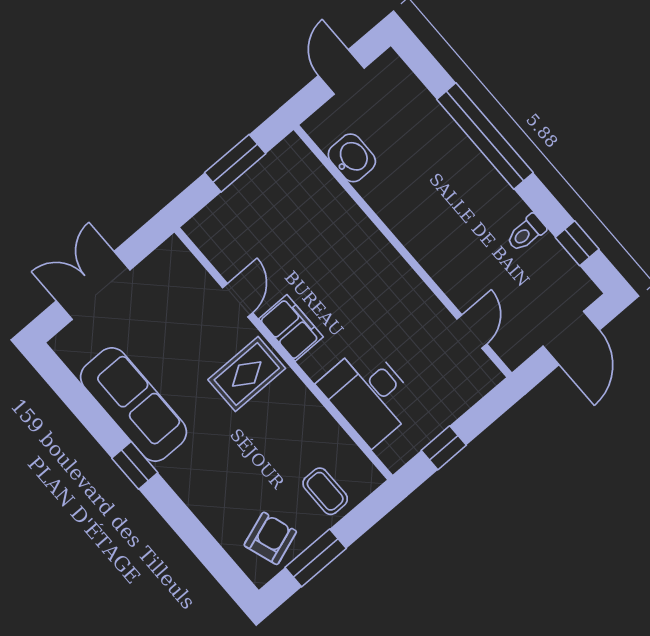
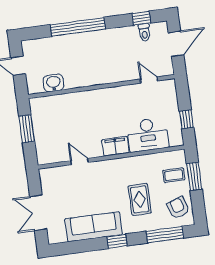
toilet: (526, 233) -> (144, 32), moved
filing cabinet: (291, 328) -> (115, 146), moved
door: (571, 338) -> (176, 44), hinge flipped
rug: (247, 374) -> (140, 199), moved
window: (204, 546) -> (165, 235), added
window: (316, 558) -> (194, 176), moved

